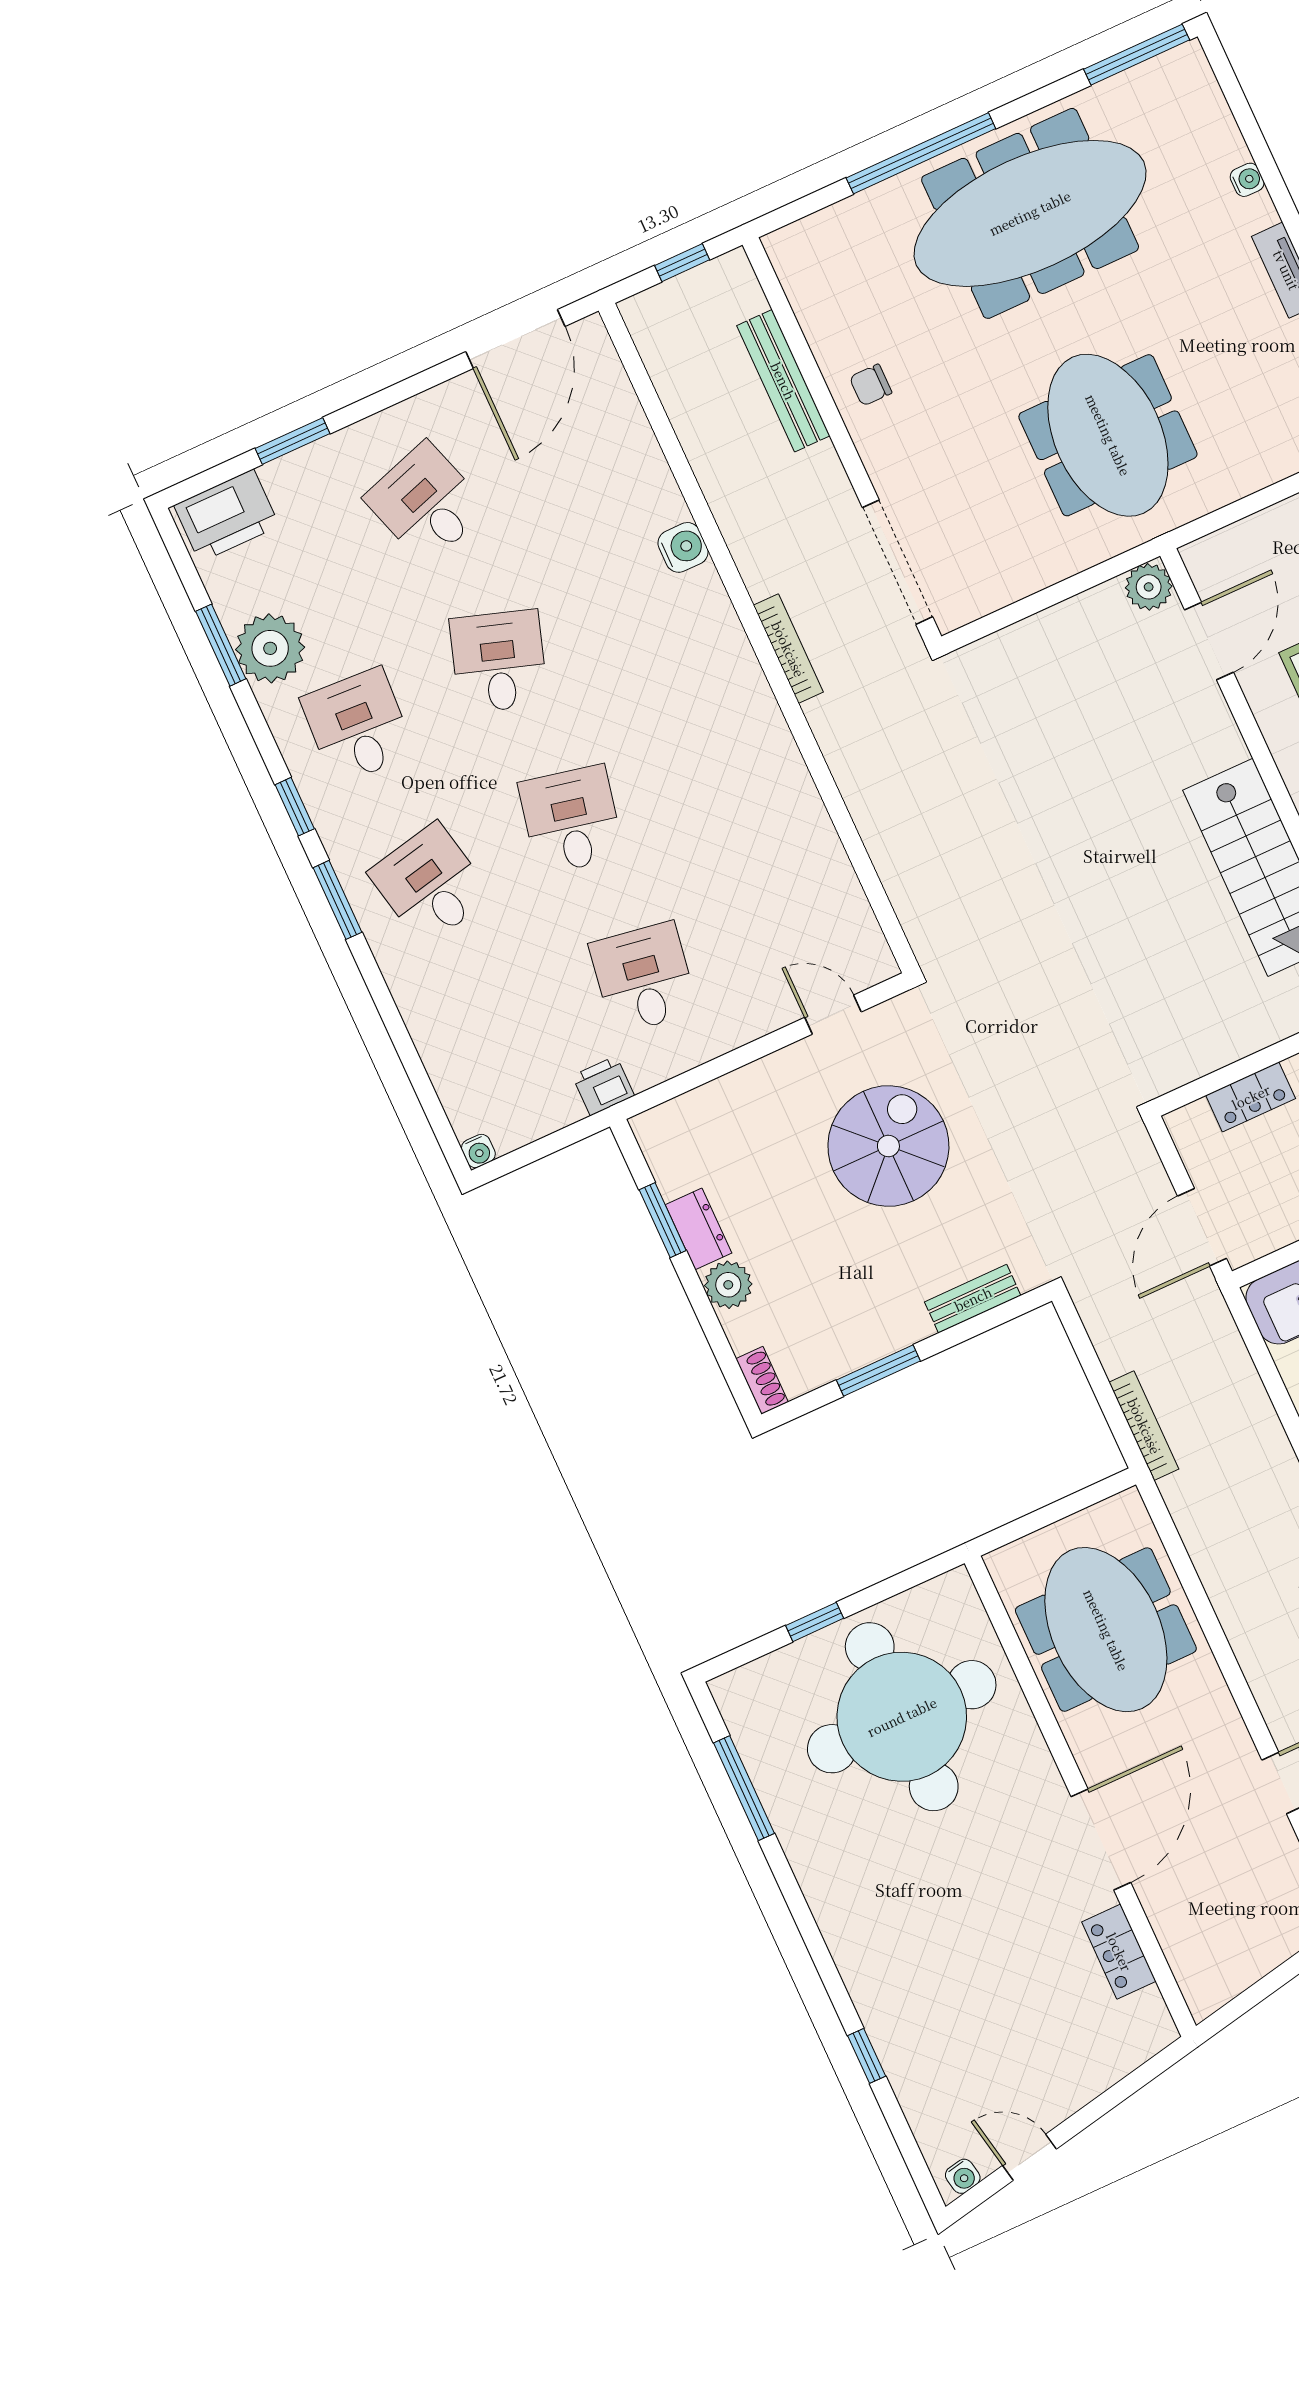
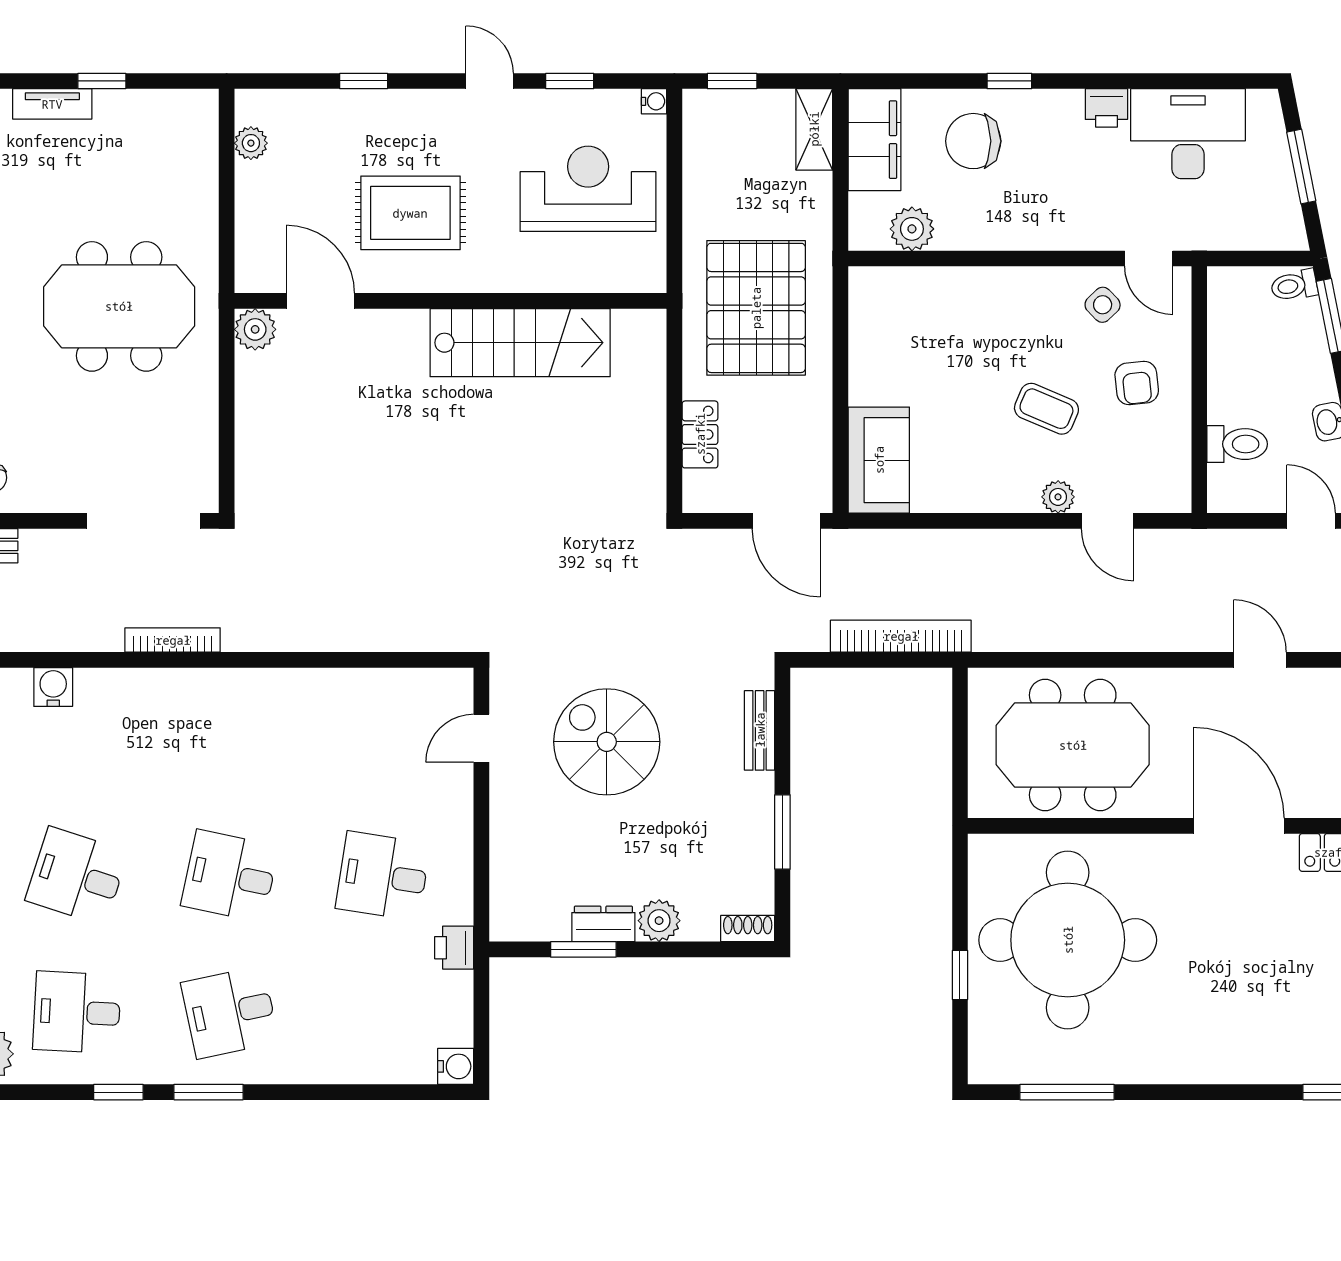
water cooler: (478, 1151) -> (456, 1066), width x1.38, depth x1.38
bookcase: (1144, 1426) -> (901, 636), width x1.48, depth x1.31

